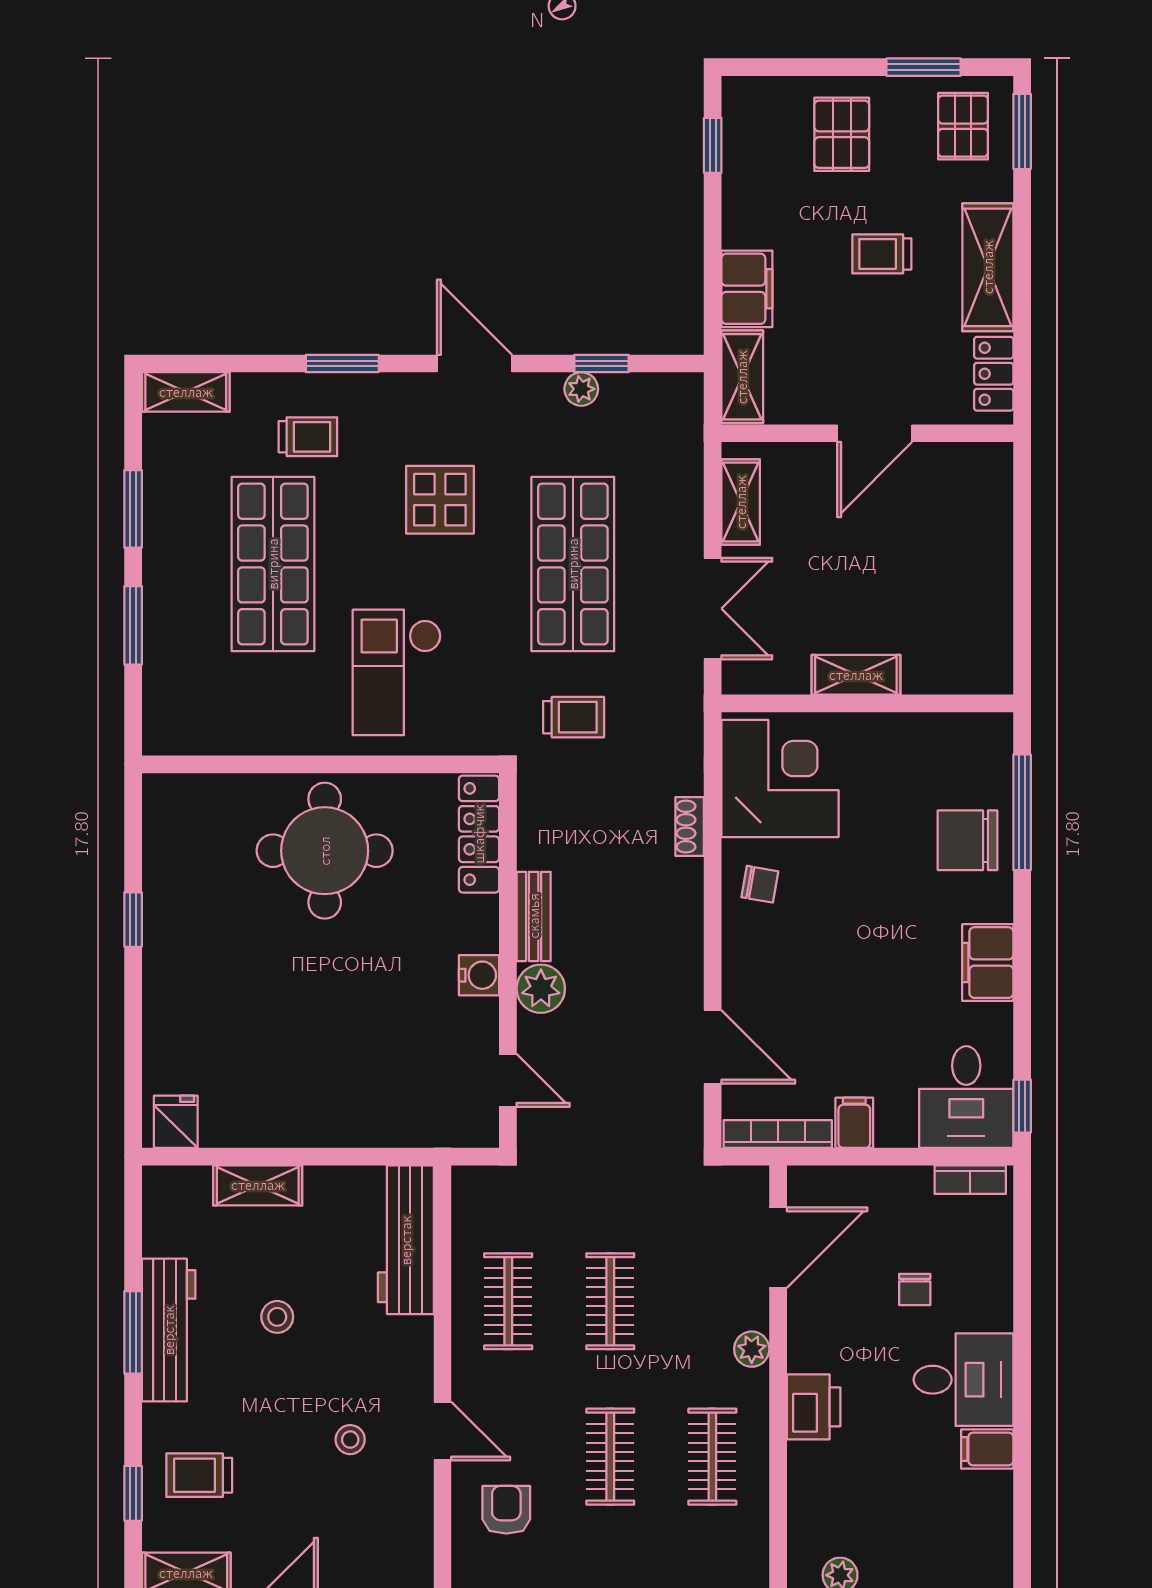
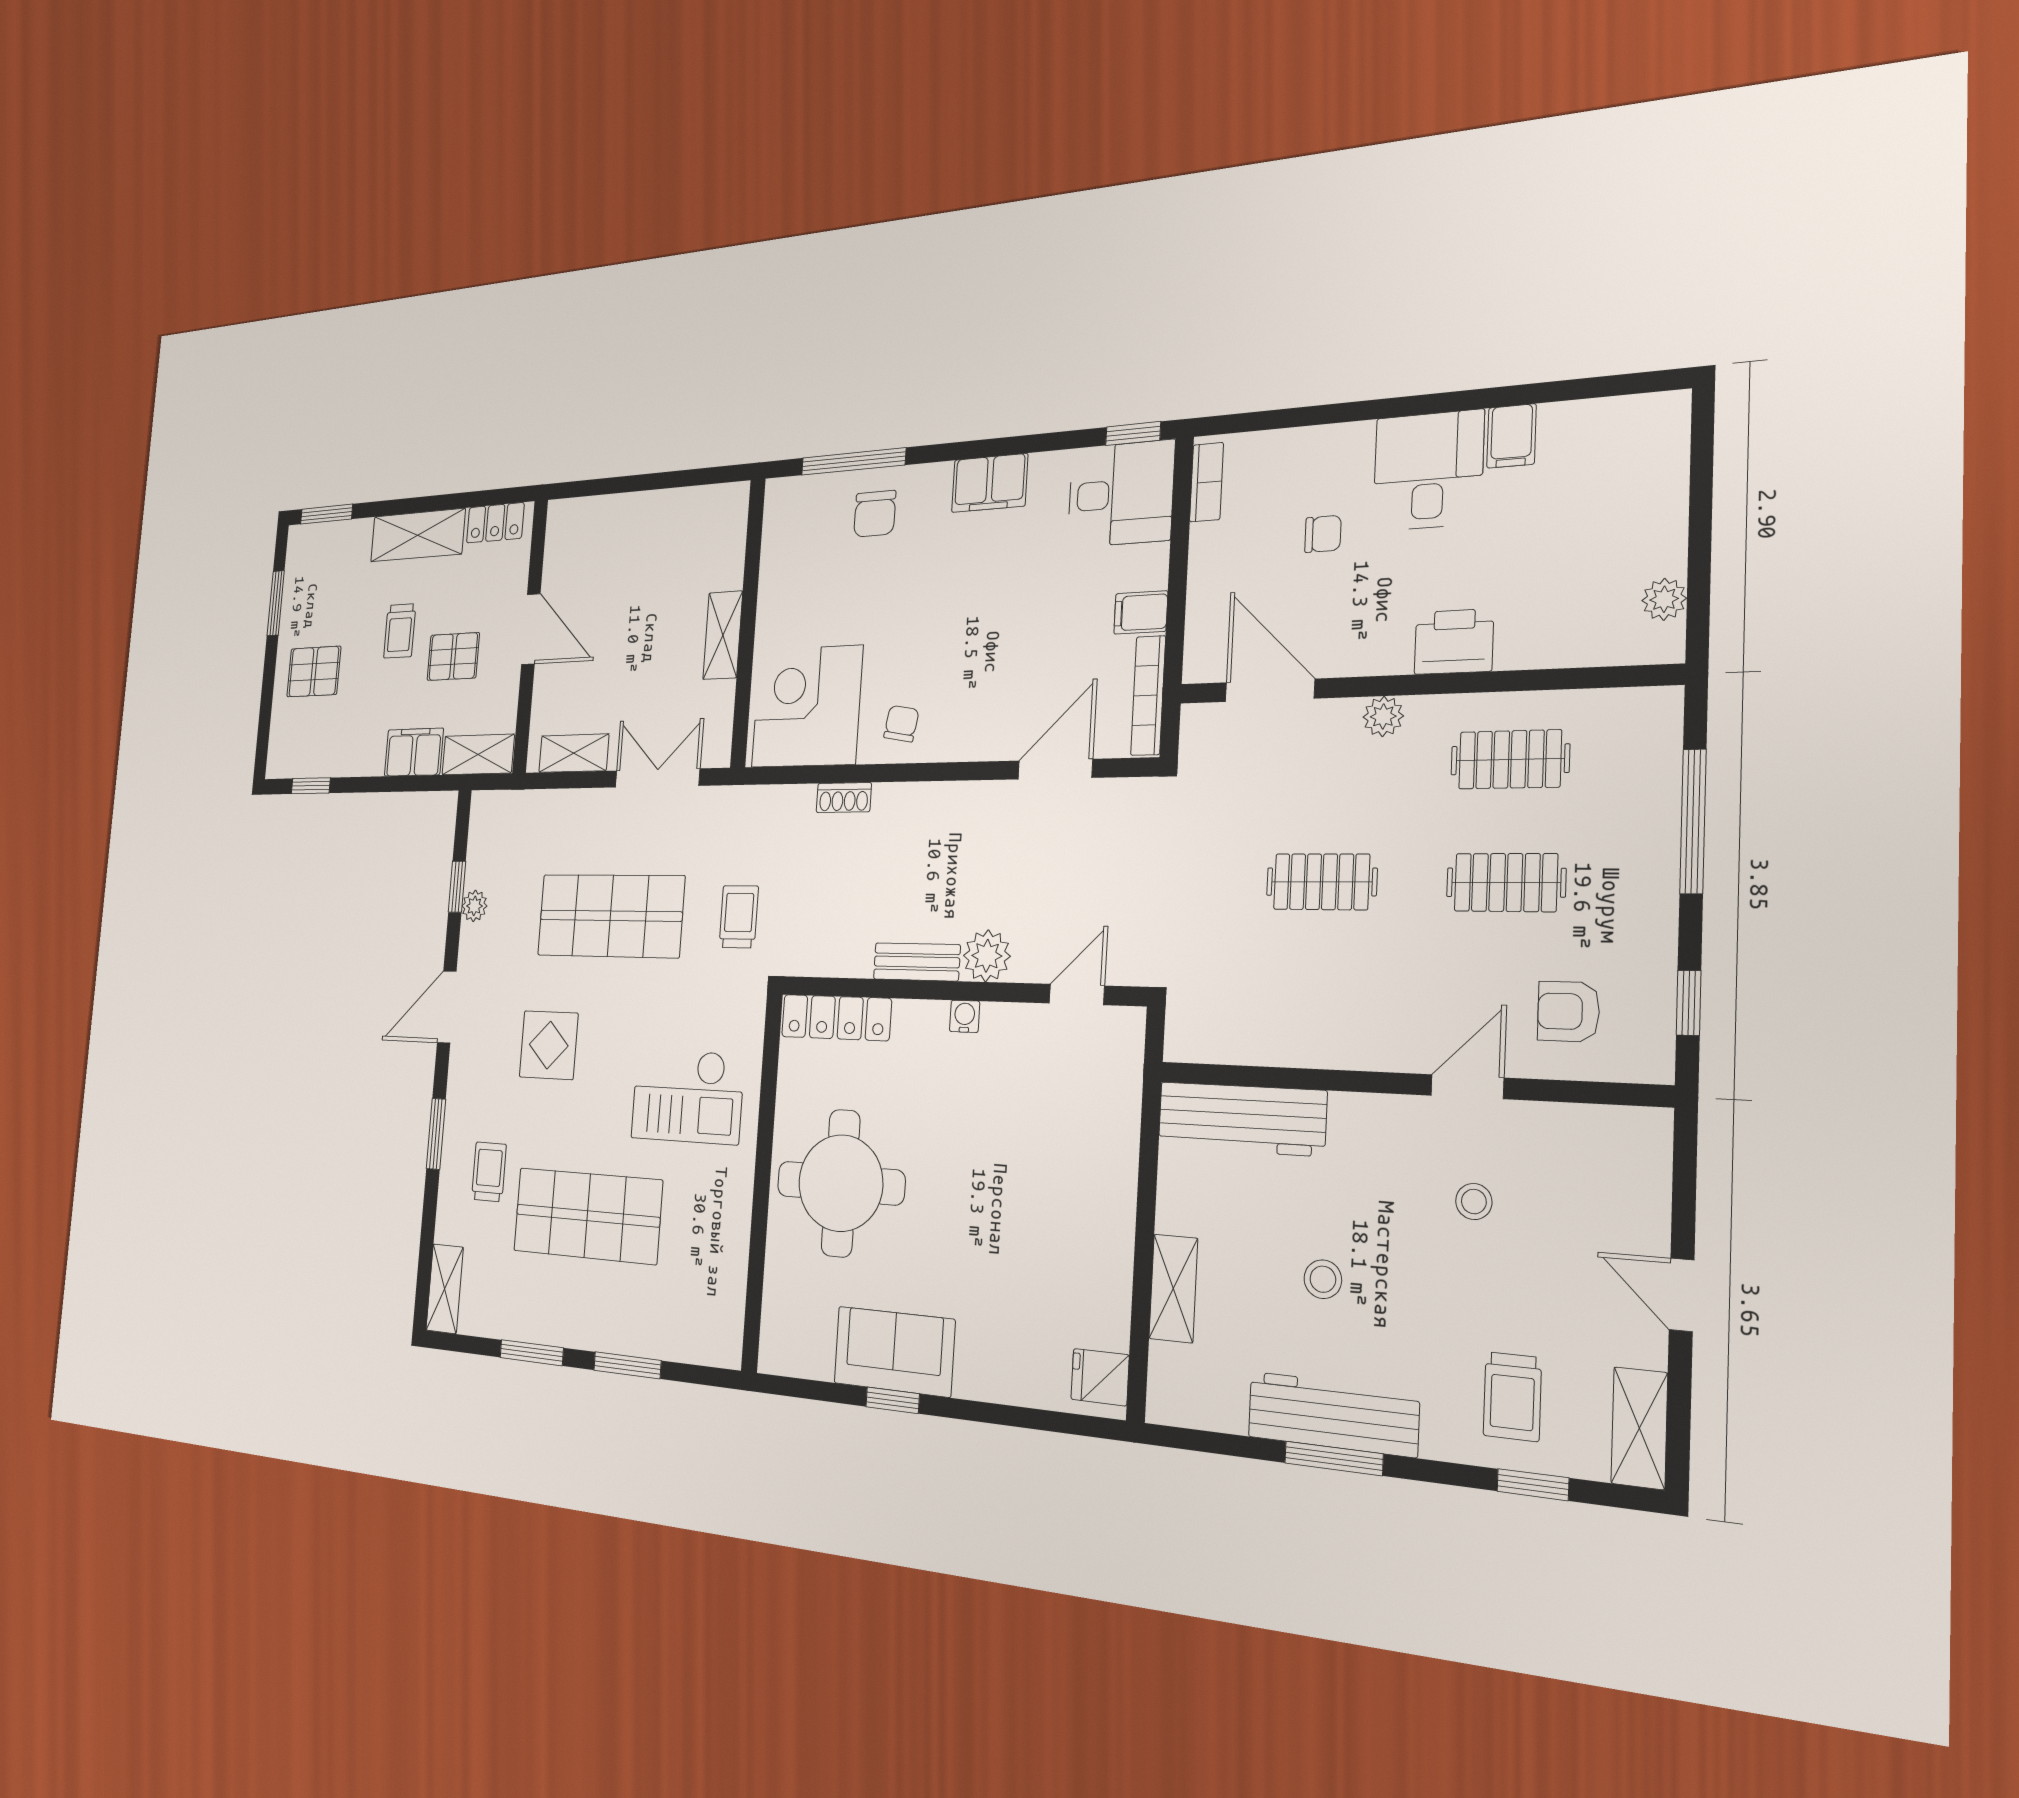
pallet: (963, 126) -> (453, 657), moved
chair: (968, 840) -> (875, 514), width x0.73, depth x0.73
sofa: (177, 918) -> (894, 1351), added
water cooler: (479, 975) -> (965, 1016), width x0.72, depth x0.72
clothes rail: (508, 1301) -> (1316, 1001), removed

